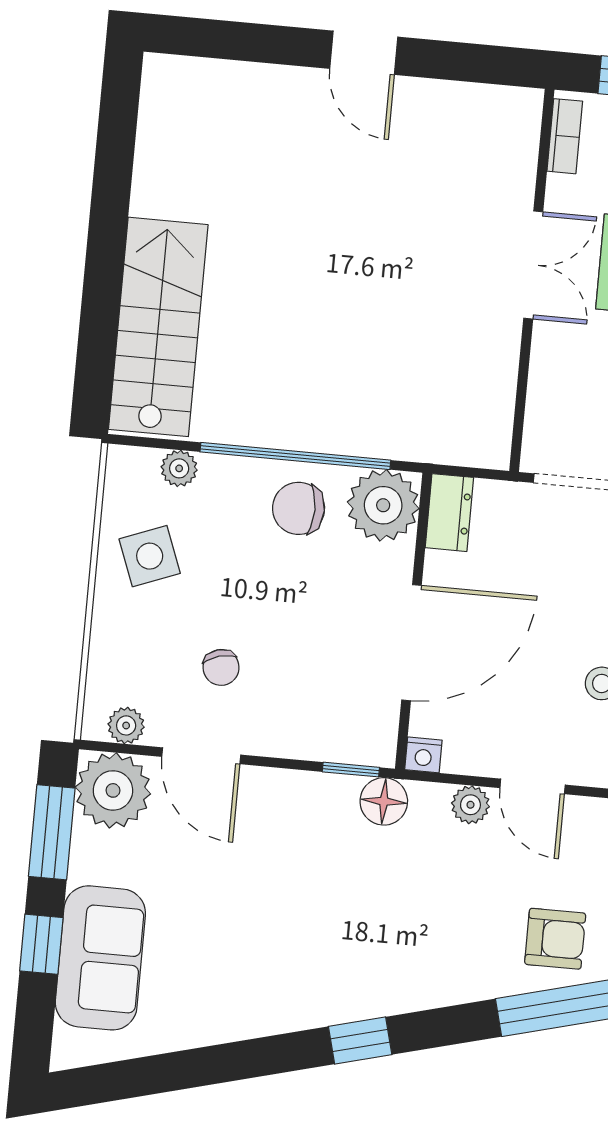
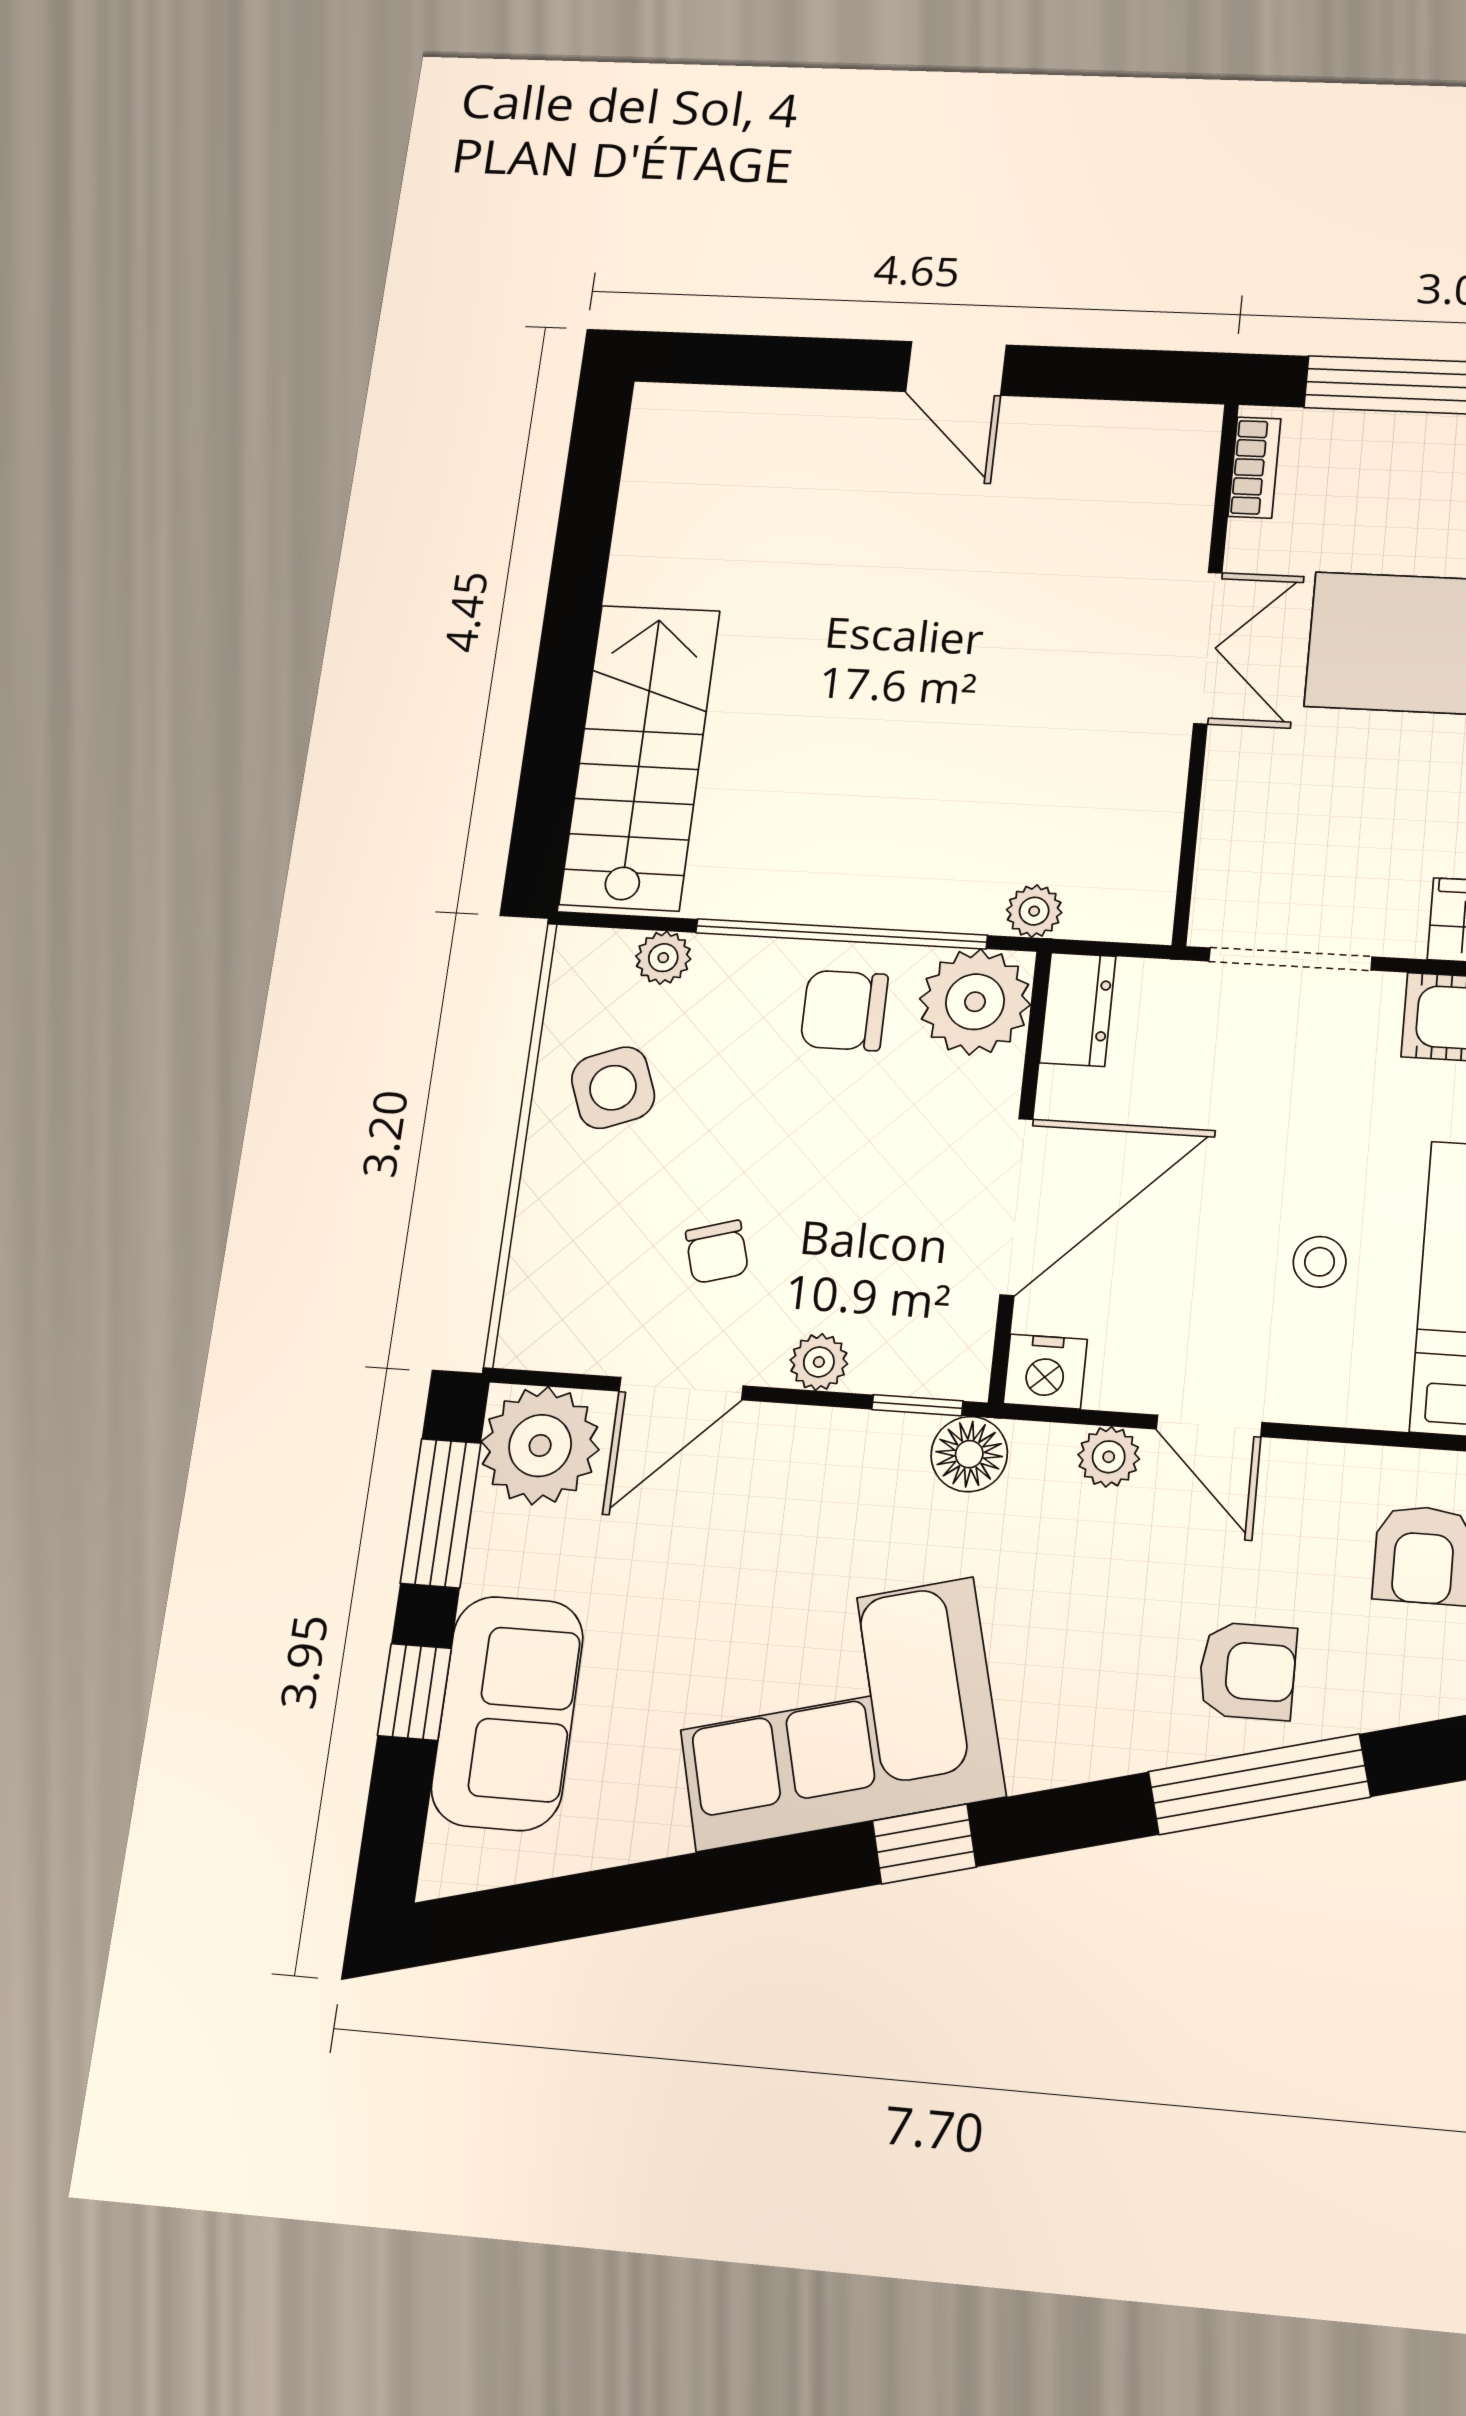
plant: (421, 445) -> (1034, 911), added
plant: (126, 725) -> (819, 1362), moved
nightstand: (423, 755) -> (1045, 1372), width x1.39, depth x1.35
door: (201, 756) -> (681, 1389), hinge flipped
corner sofa: (304, 961) -> (836, 1714), added

